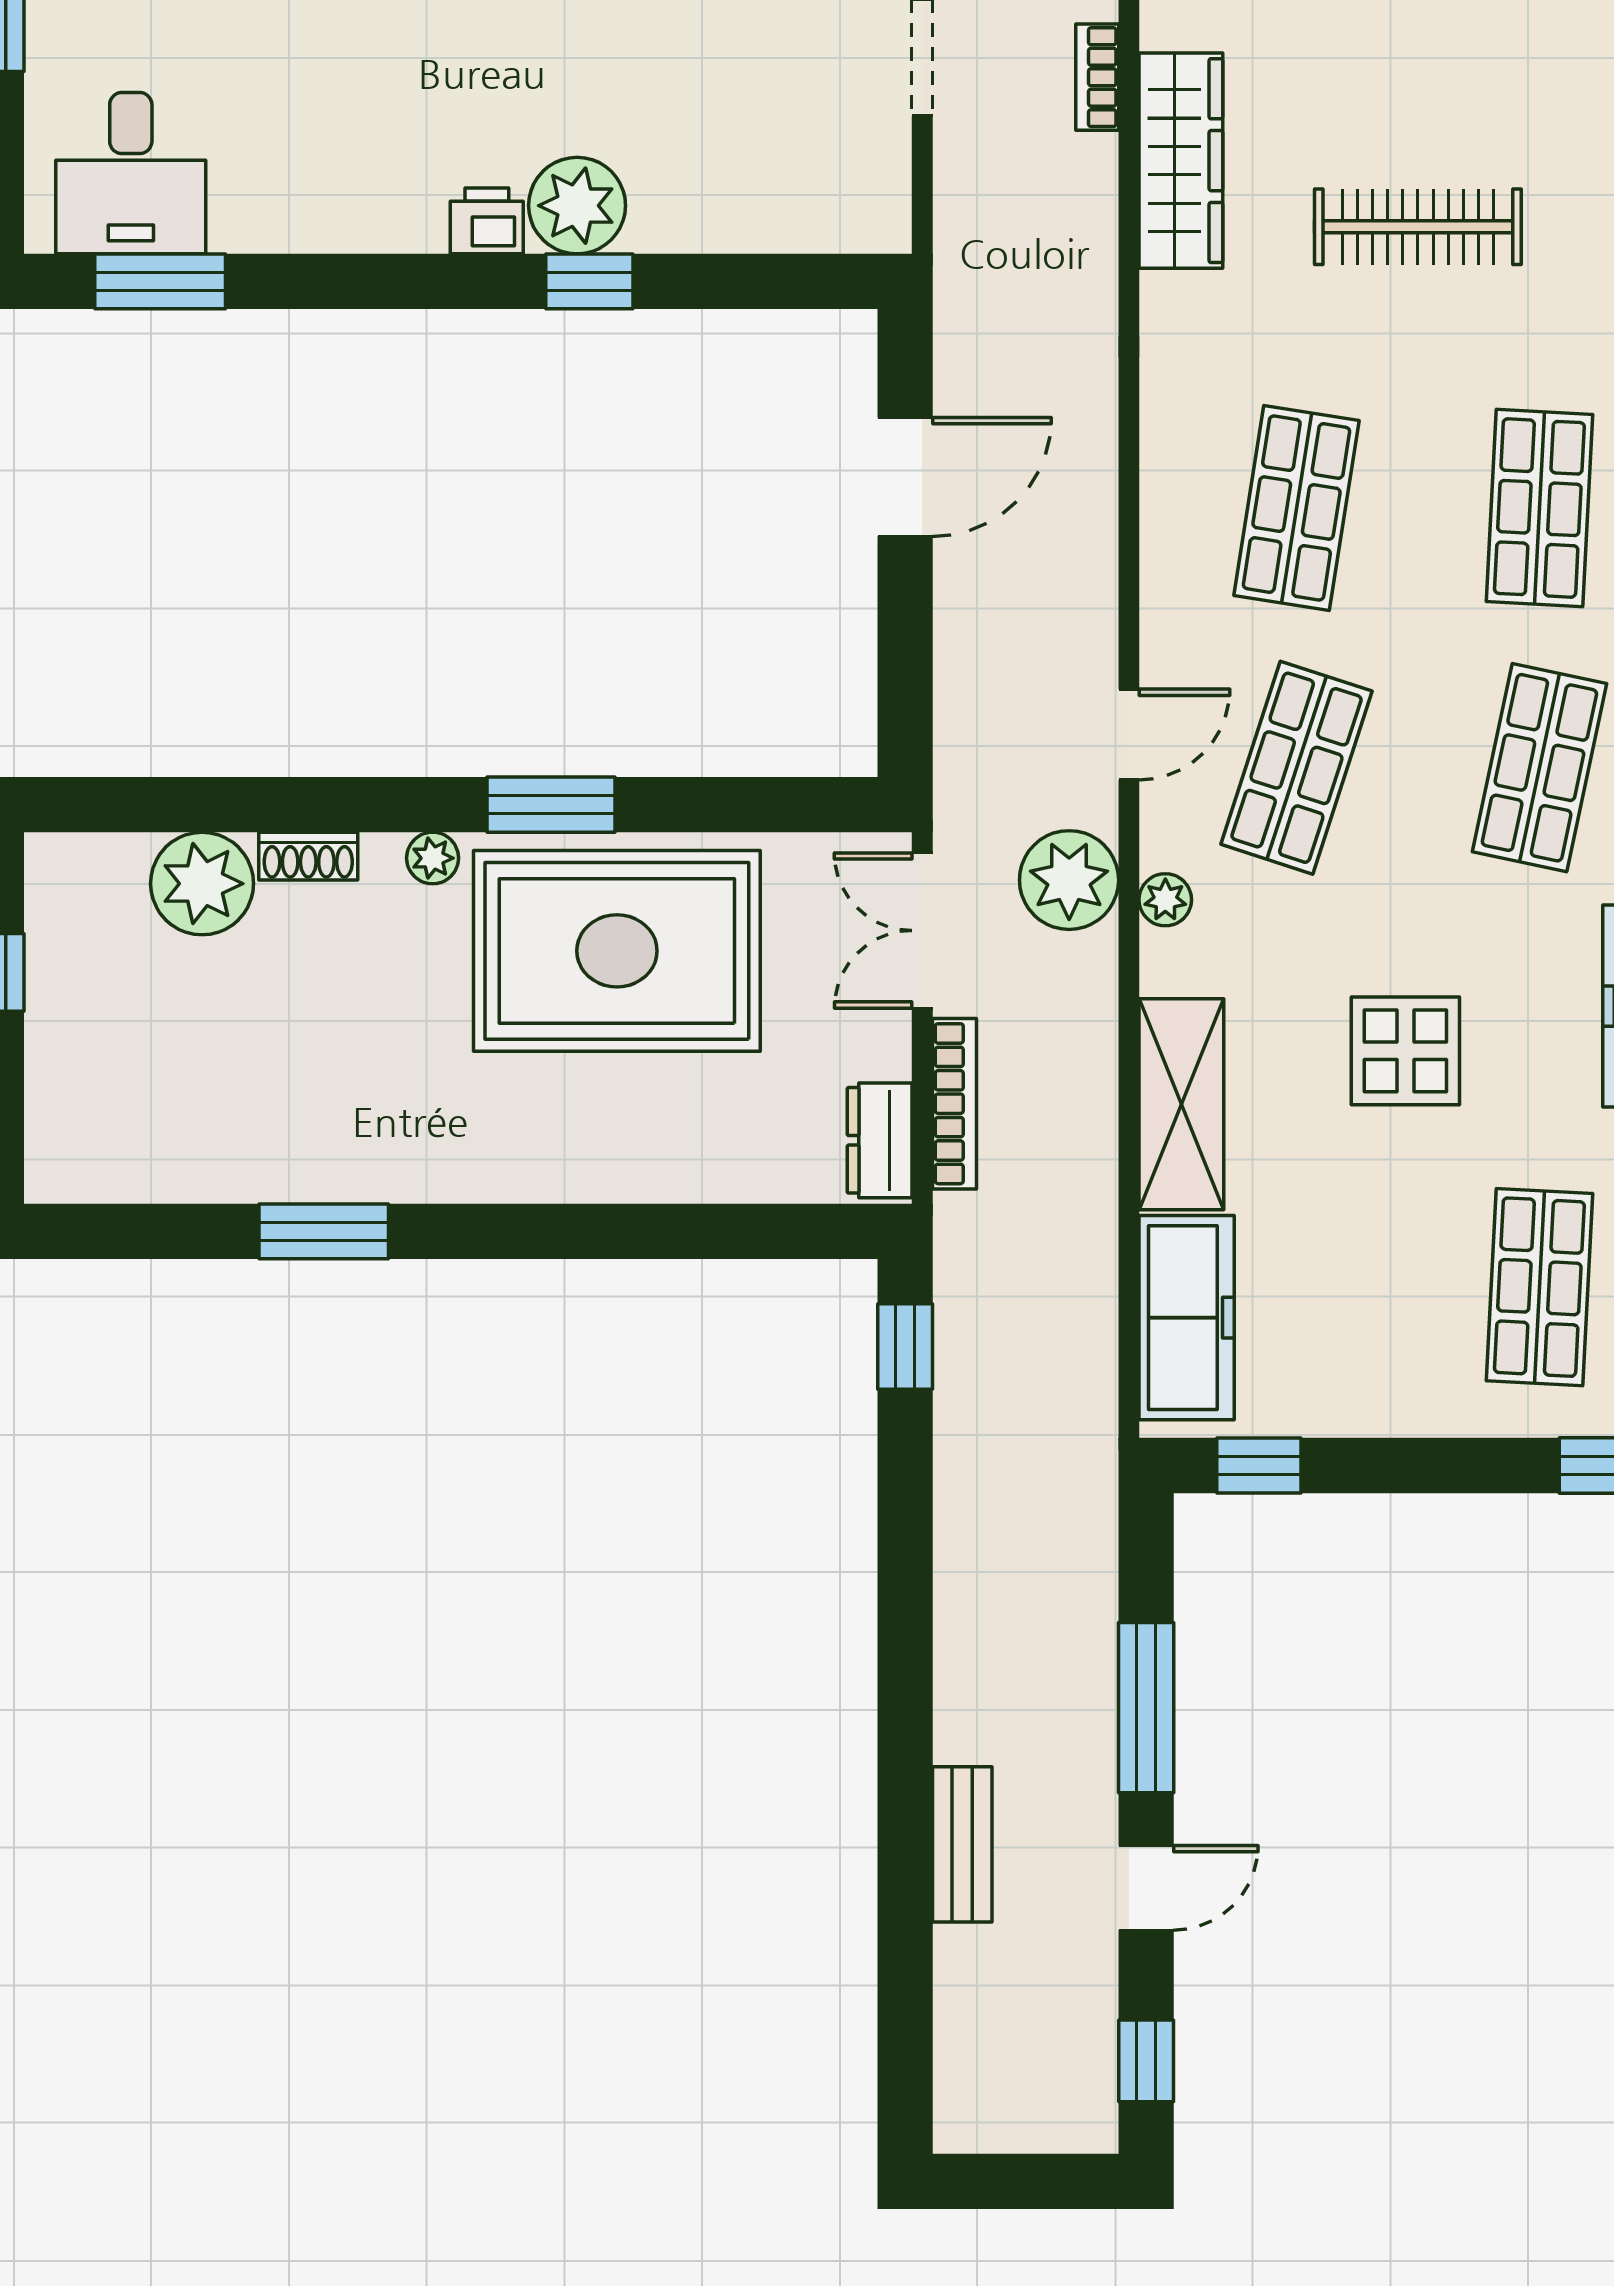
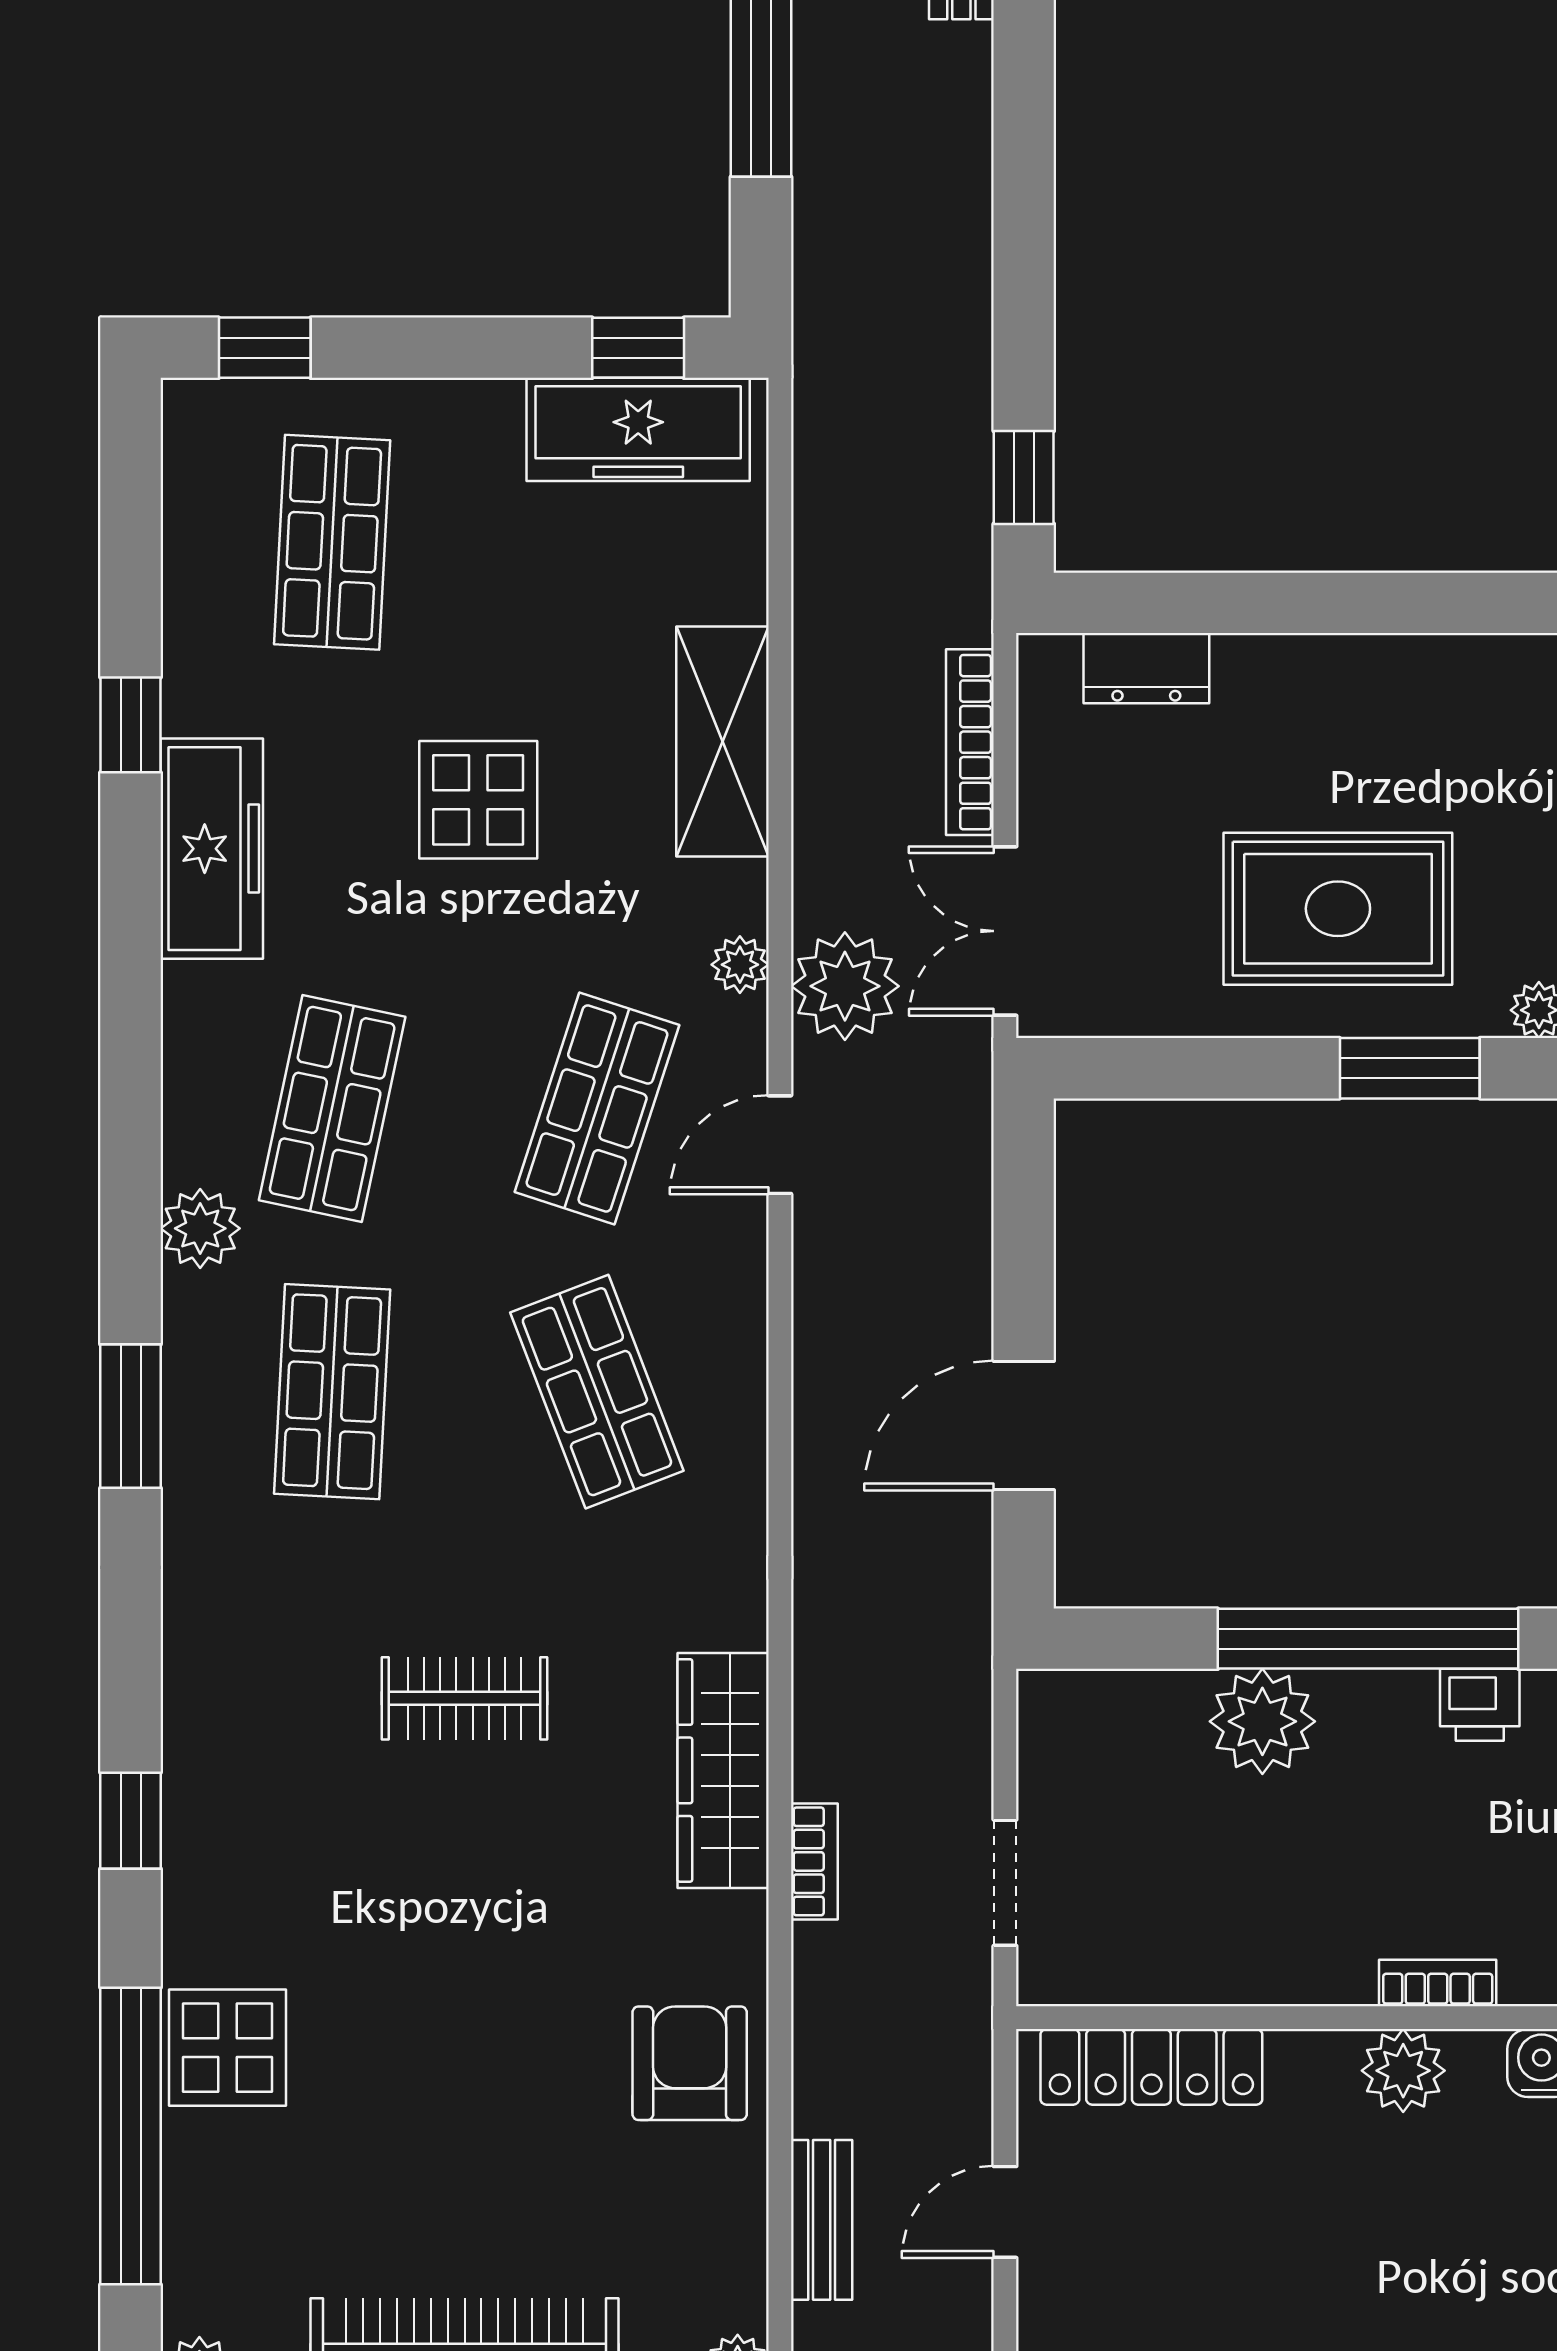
plant: (577, 206) -> (1262, 1721), moved
clothes rail: (1418, 227) -> (465, 1698), width x0.73
window: (589, 281) -> (1368, 1639), width x3.17
shop shelf: (1297, 508) -> (597, 1392), turned -30
double door: (922, 931) -> (1005, 931), swing flipped
rug: (617, 951) -> (1338, 909), width x0.73, depth x0.69
dresser: (880, 1140) -> (1146, 668), moved, turned 90
freezer: (1187, 1318) -> (638, 429), moved, turned -90

